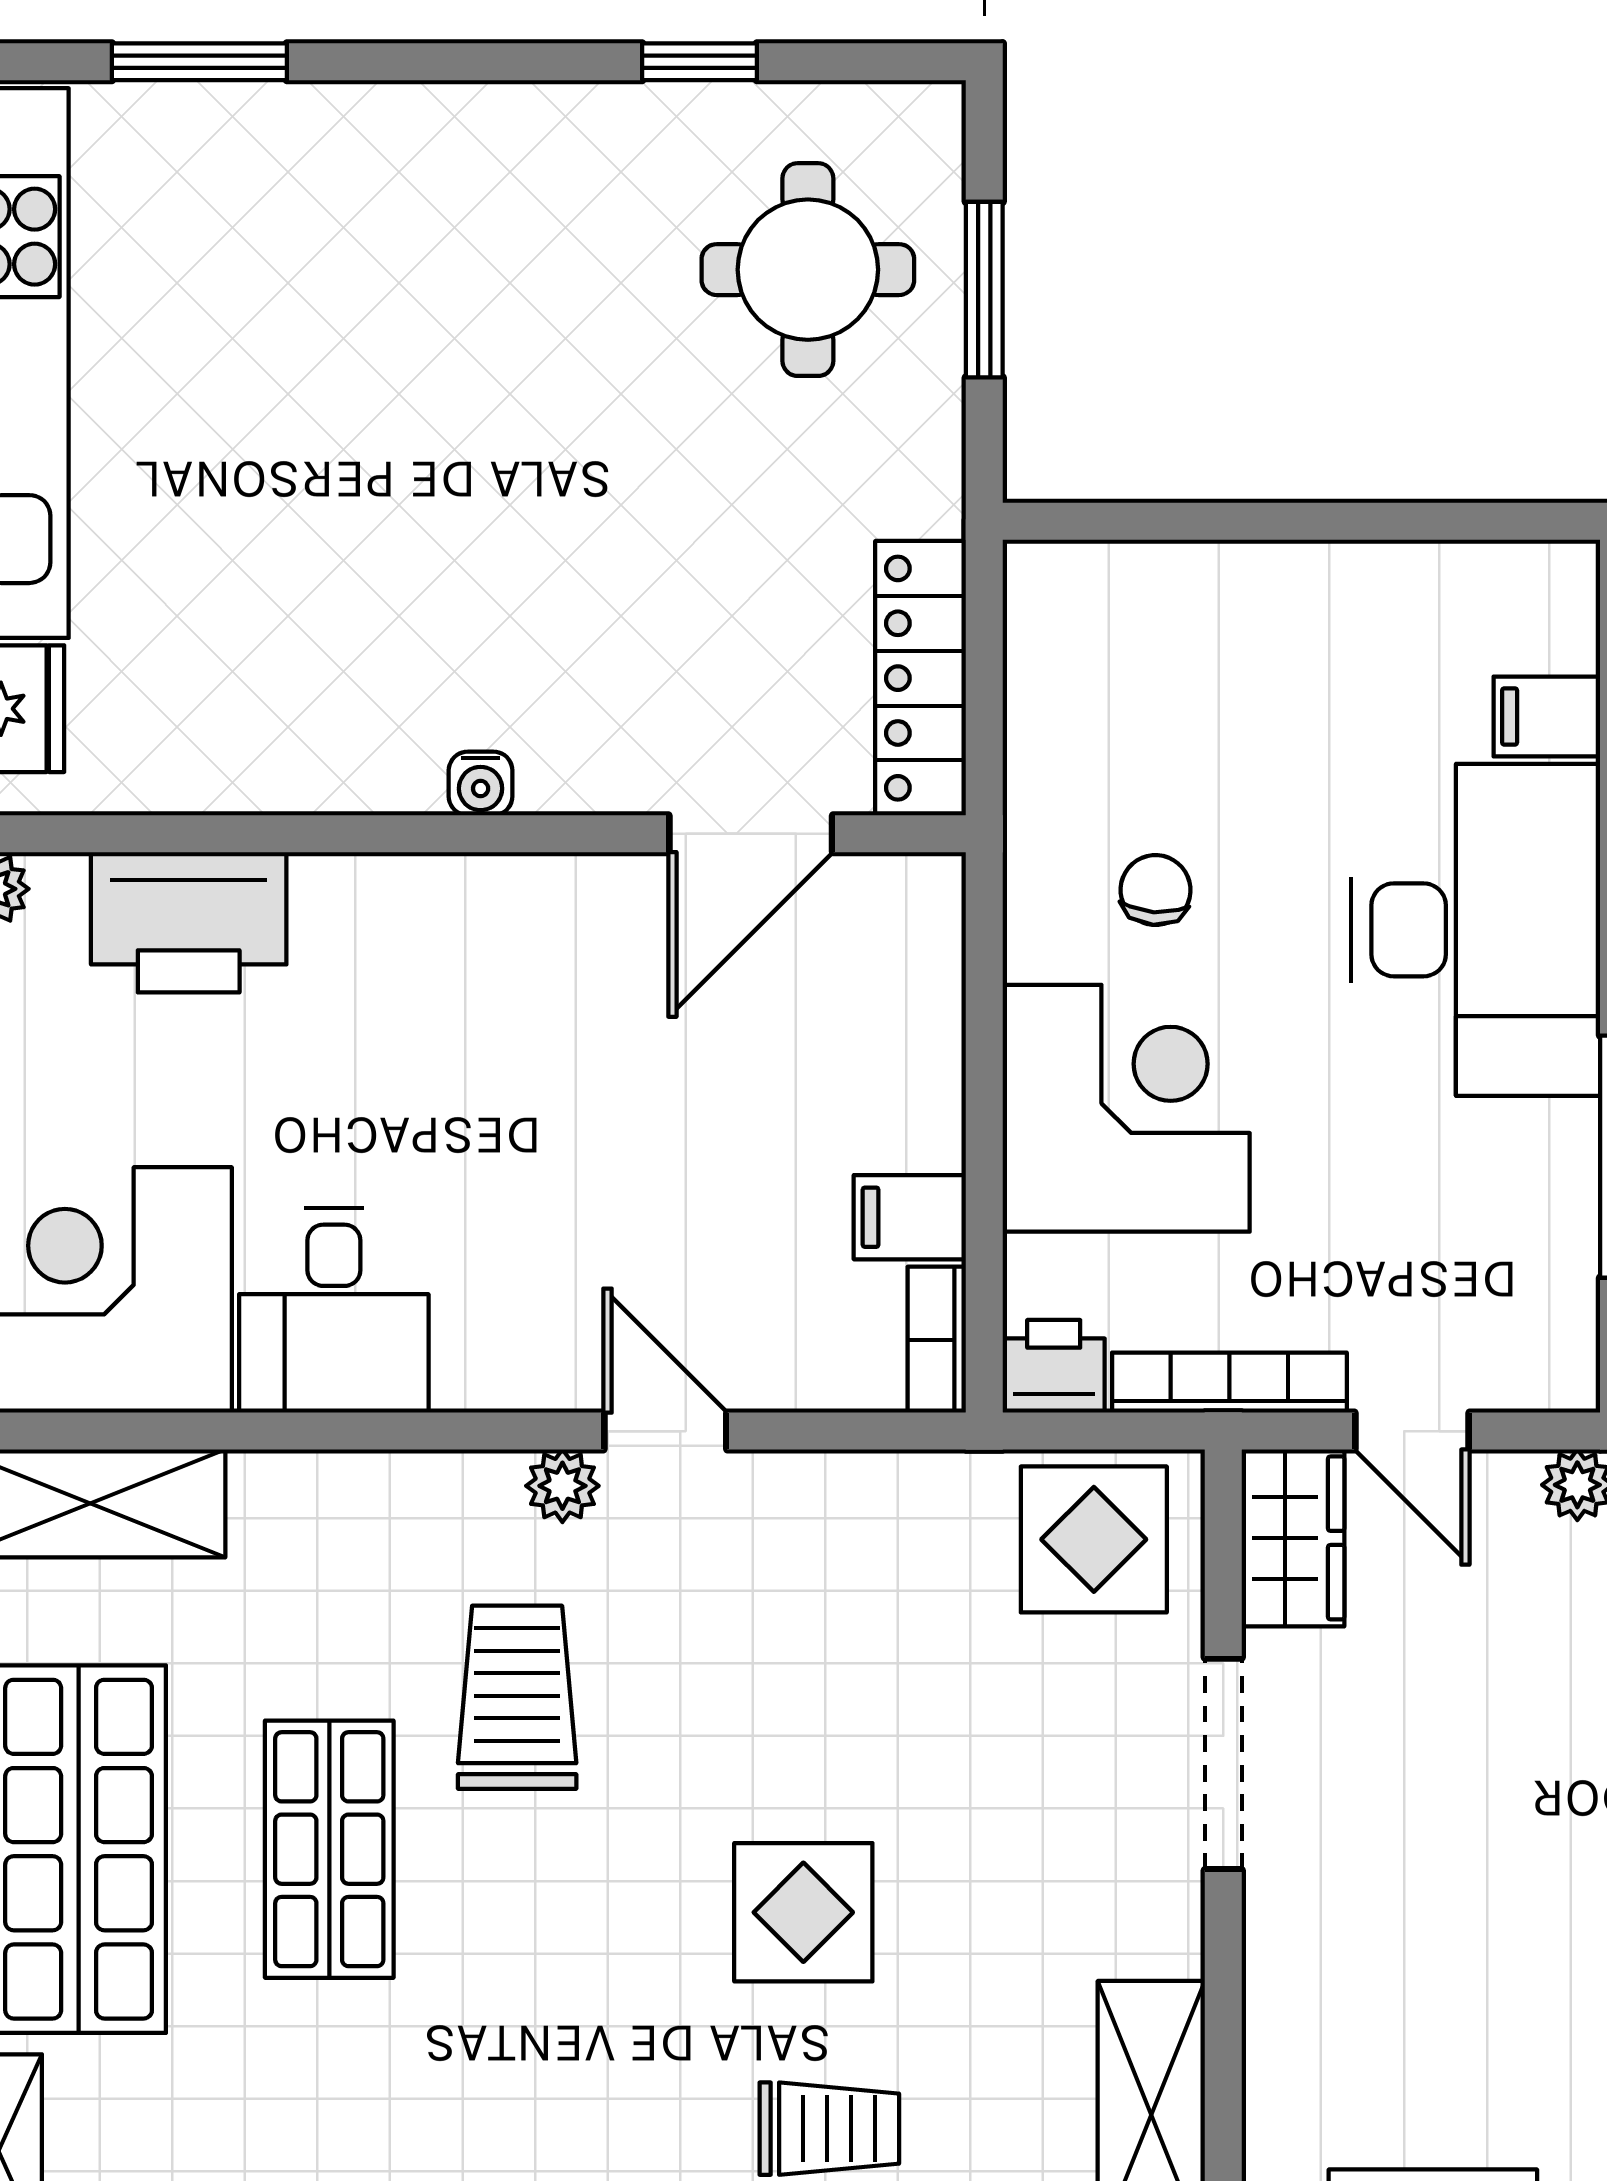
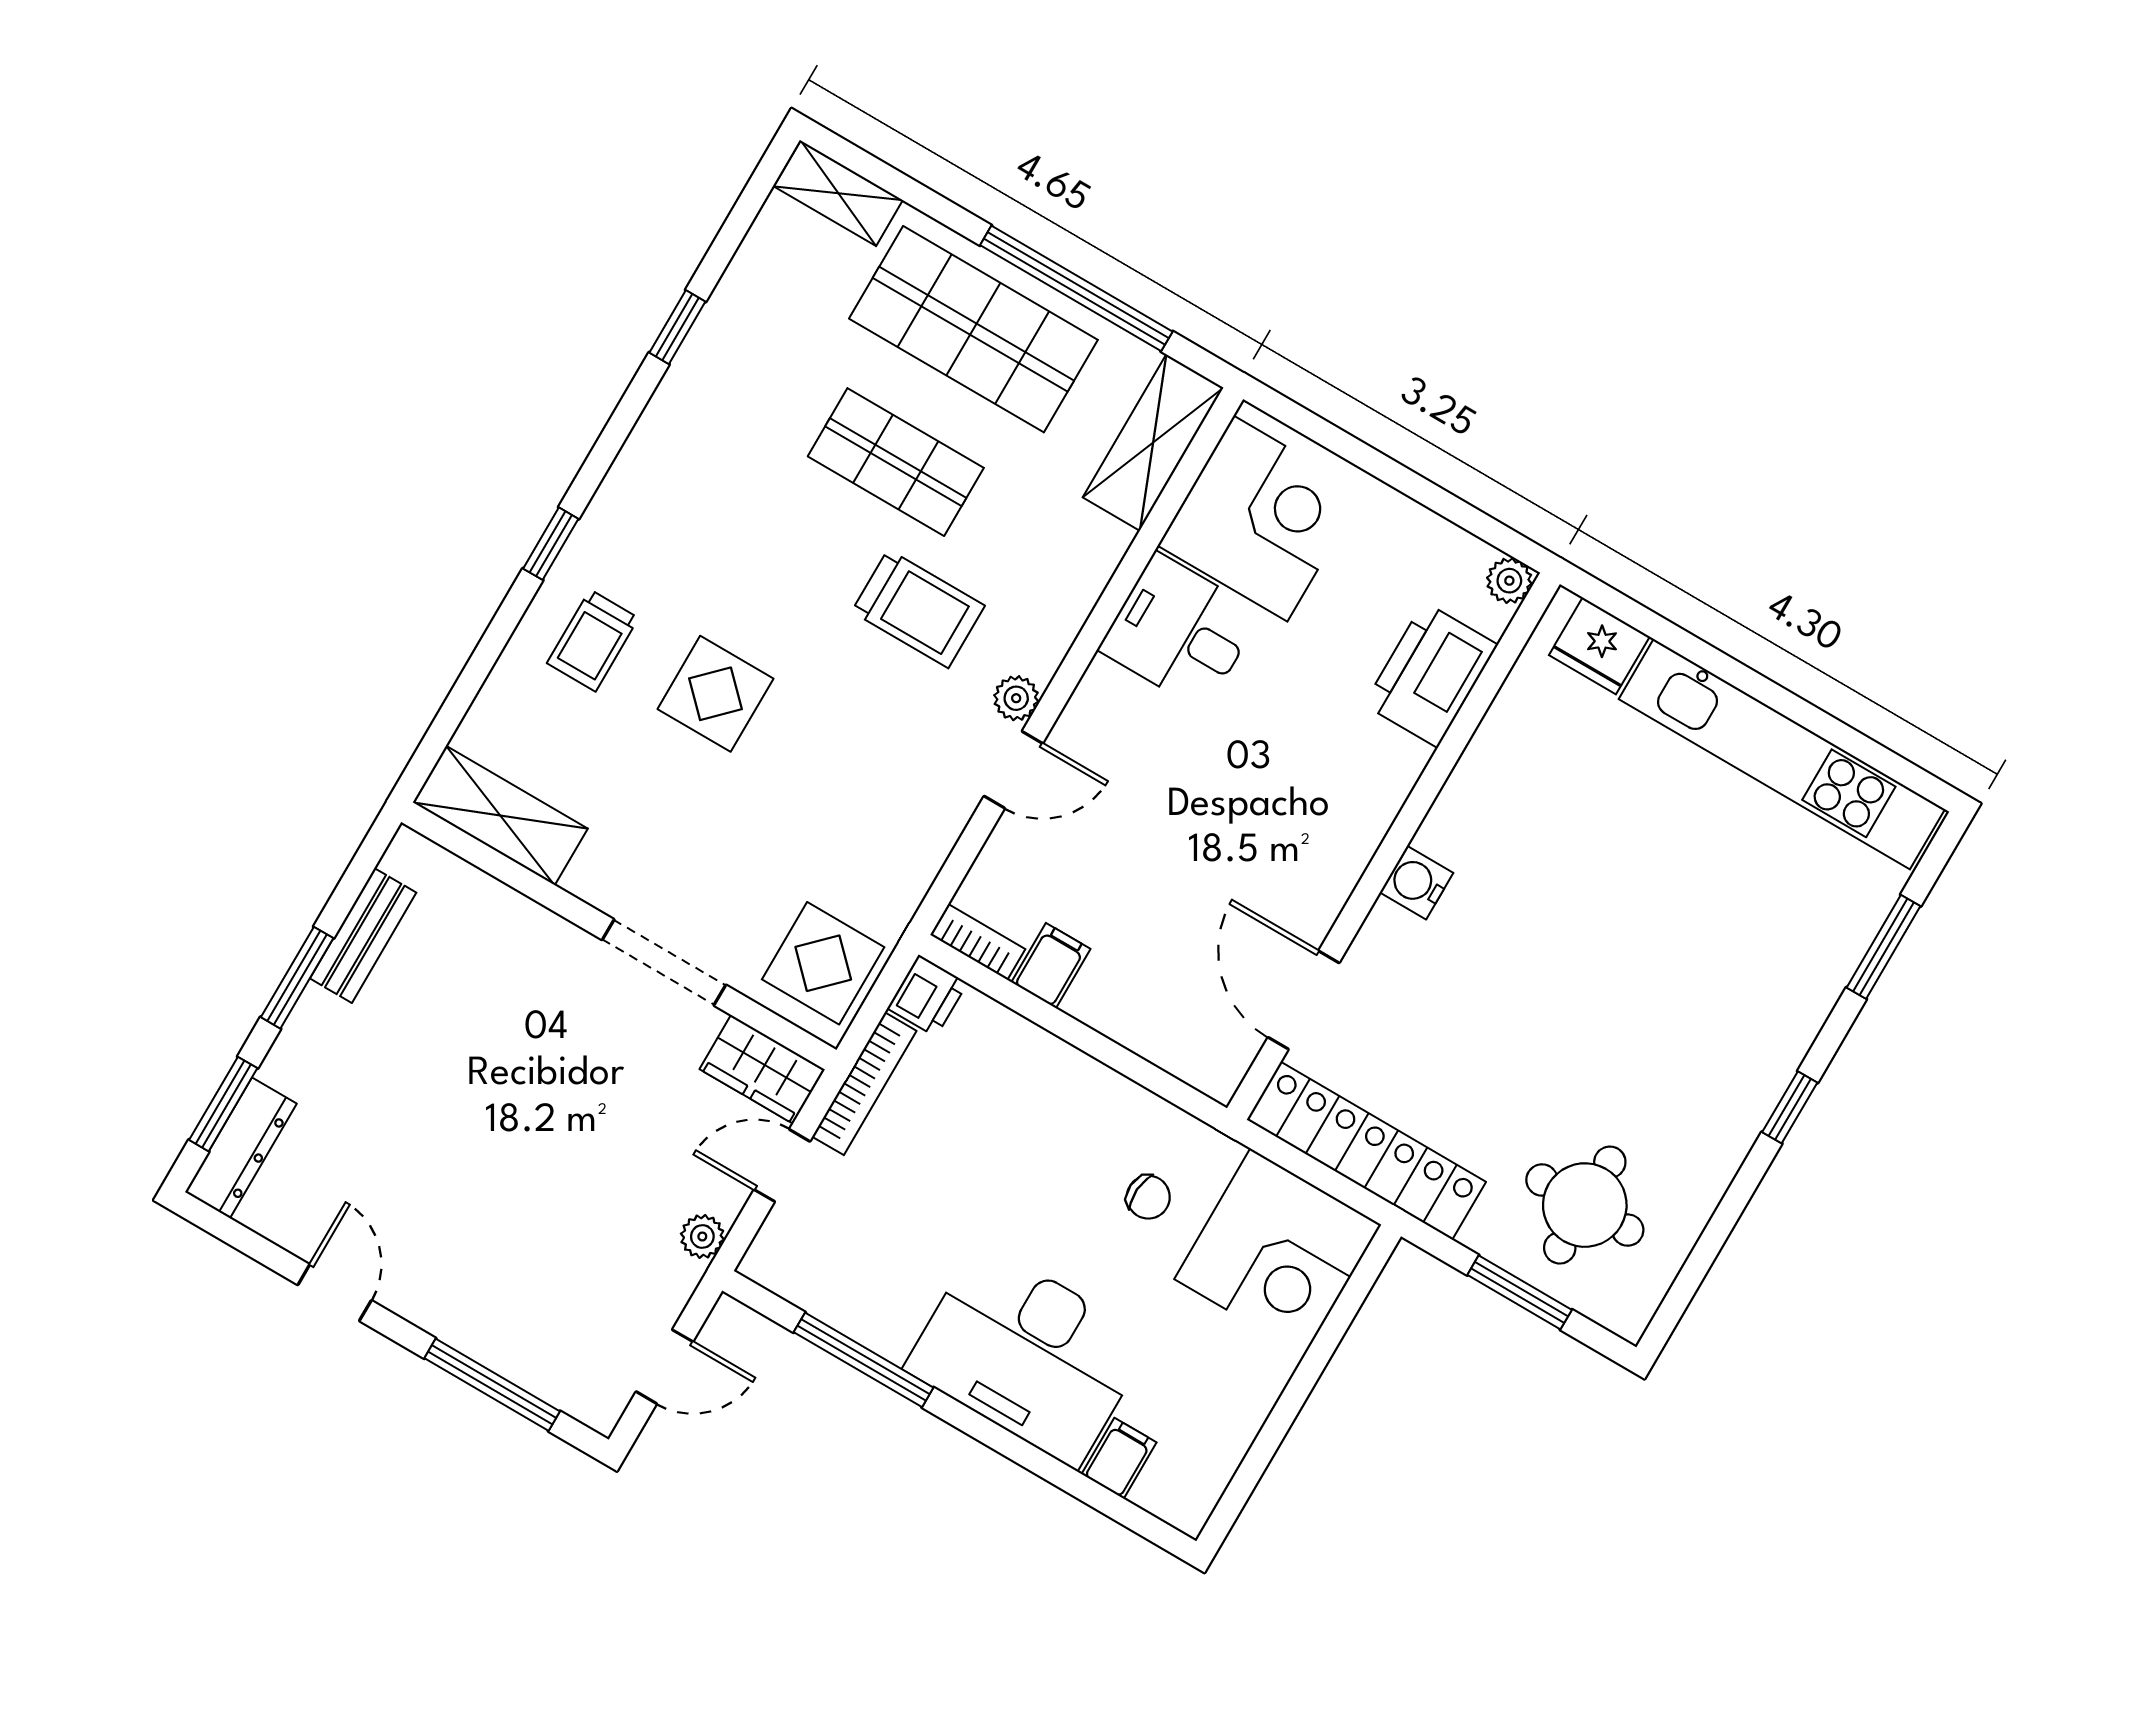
window: (700, 62) -> (1790, 1107), moved
locker: (921, 678) -> (1366, 1151), width x1.41, depth x1.21
water cooler: (481, 783) -> (1417, 883), width x1.38, depth x1.38
corner desk: (1126, 1108) -> (1278, 1252), moved

